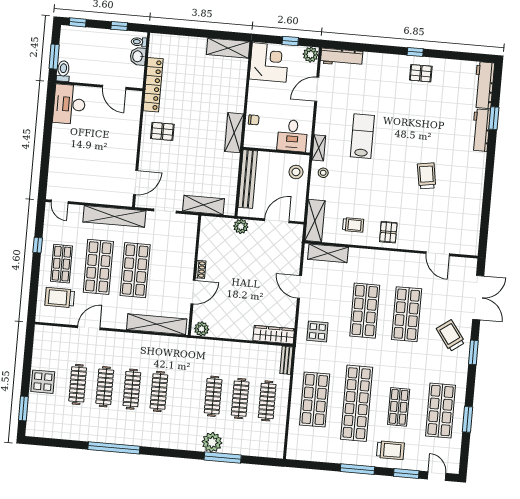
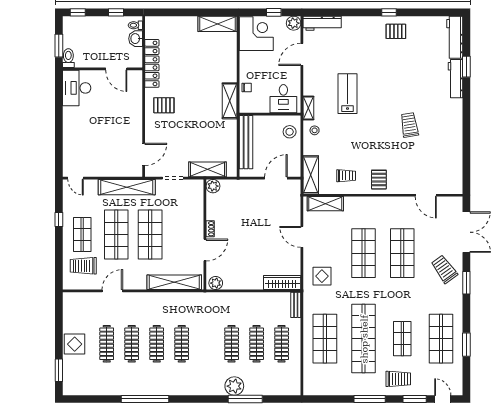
plant: (241, 226) -> (213, 186), moved

